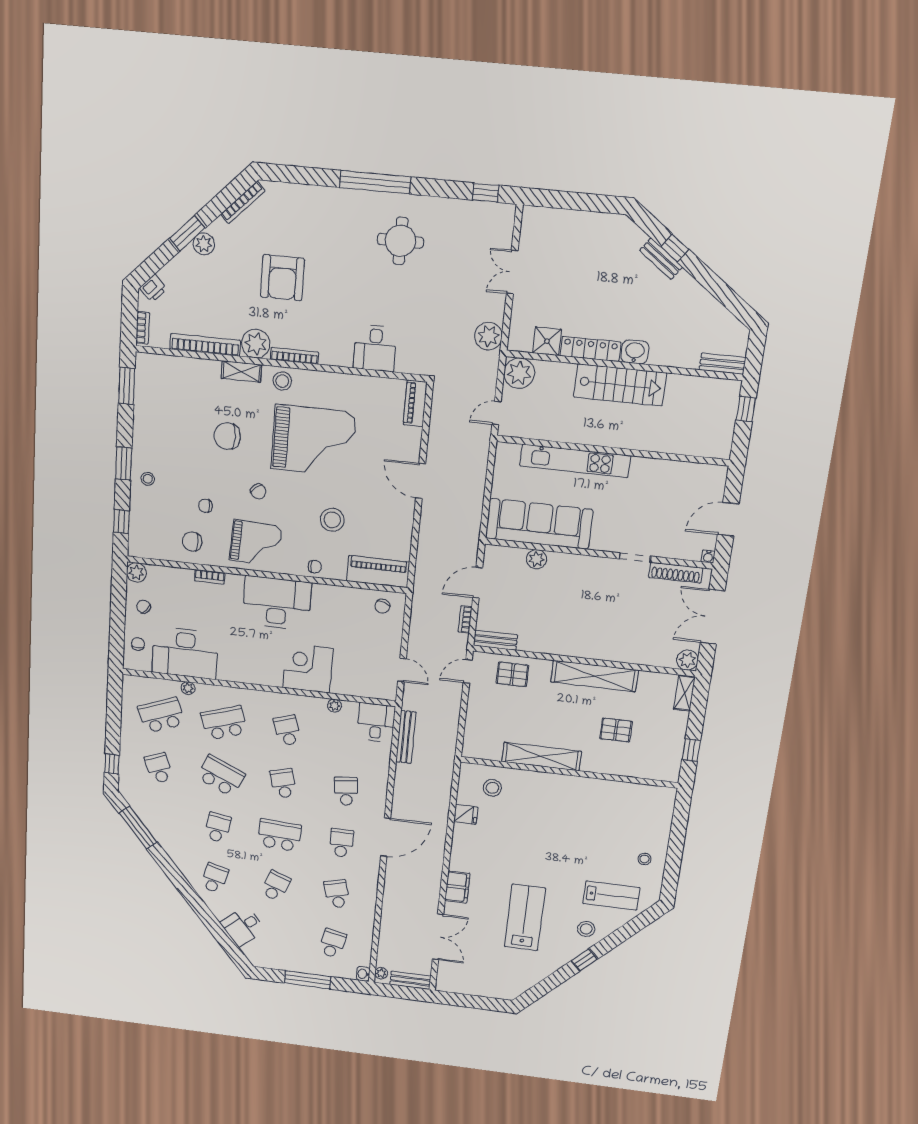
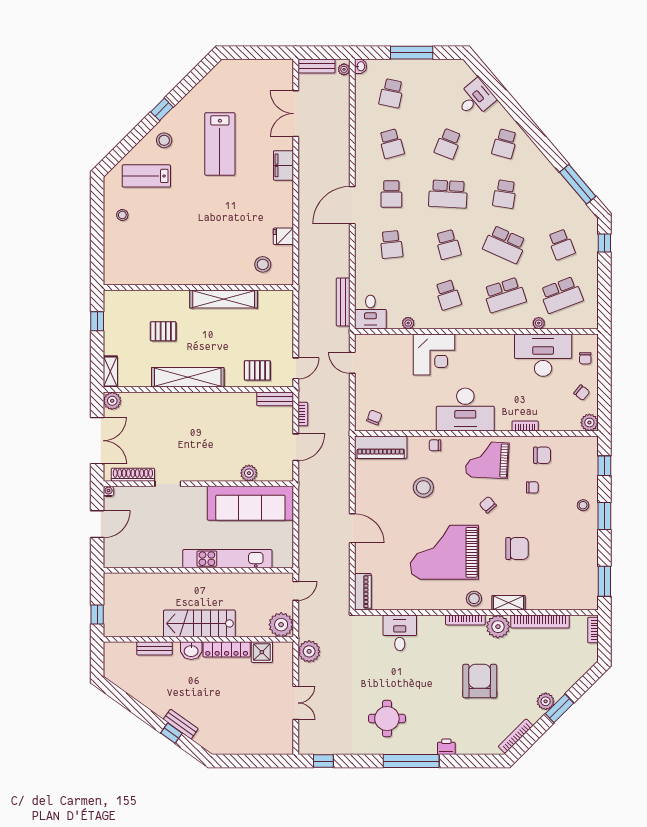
printer: (153, 288) -> (446, 747), moved, turned 45
bench: (723, 364) -> (154, 648), moved

